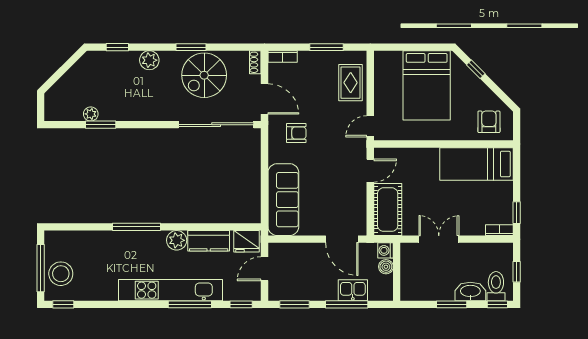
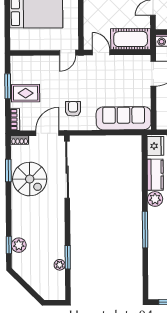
window: (191, 47) -> (8, 170), moved
plant: (149, 60) -> (19, 245), moved
rug: (351, 83) -> (26, 93), moved
door: (370, 126) -> (68, 53), hinge flipped

